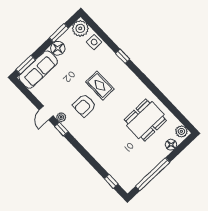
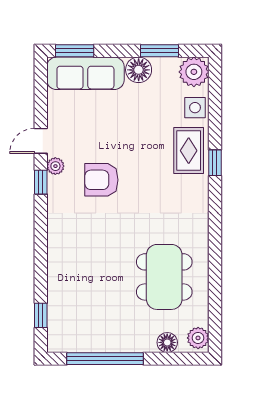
rug: (100, 85) -> (189, 151), moved
dining table: (145, 120) -> (164, 277), turned 90

